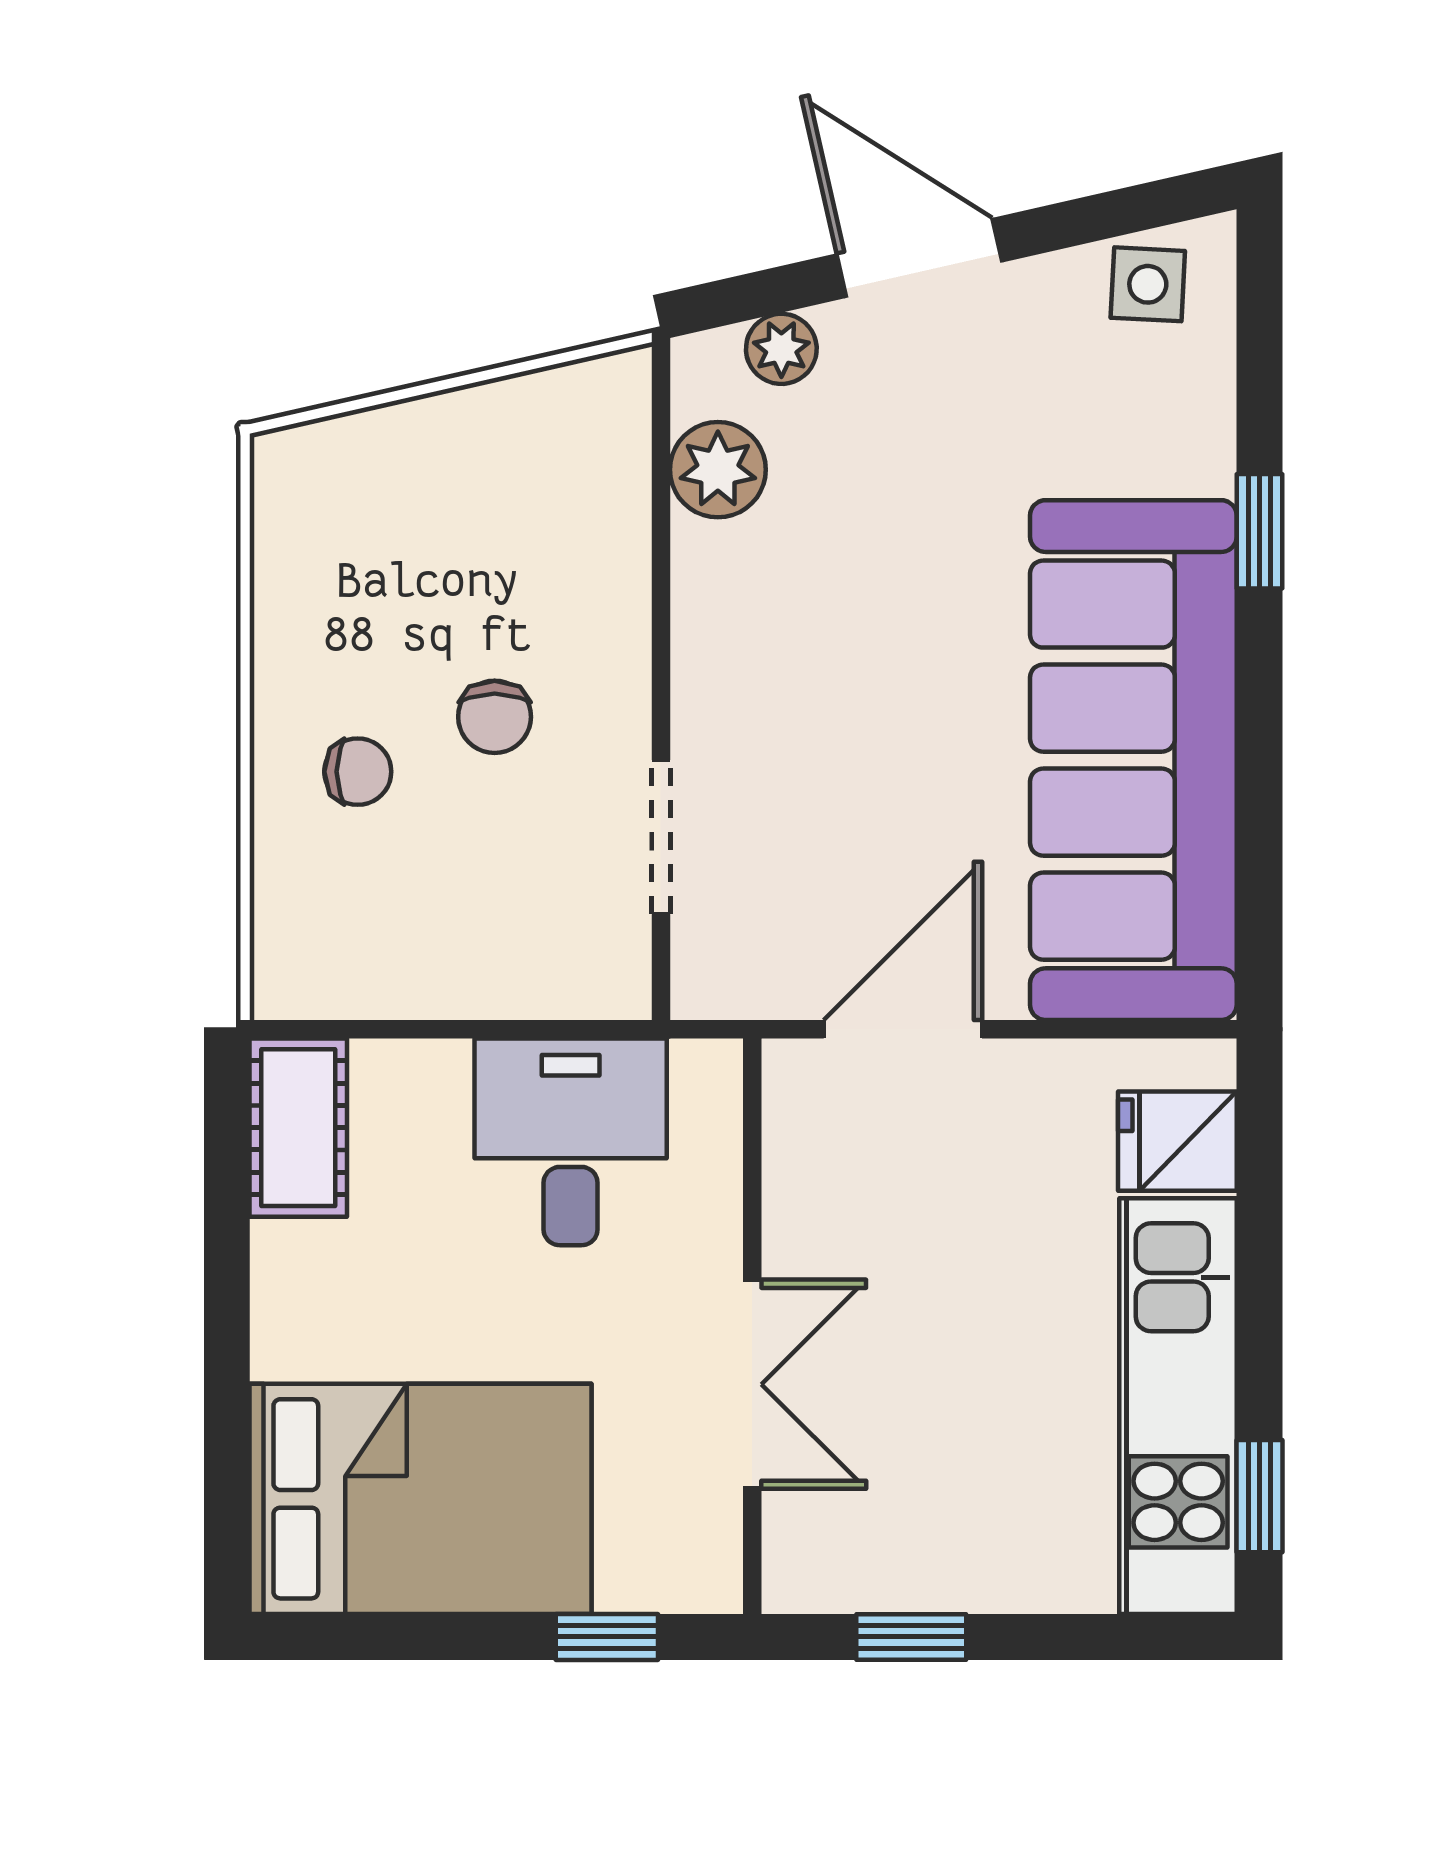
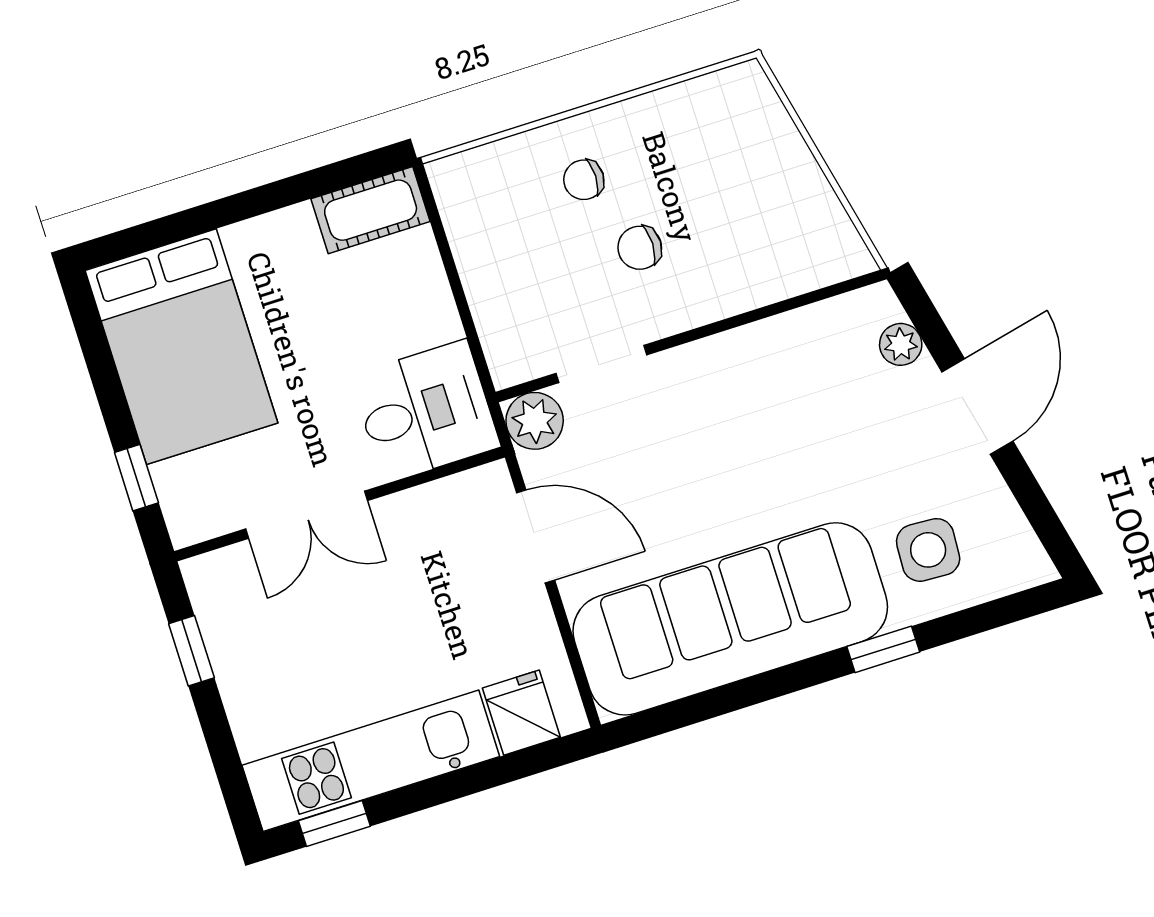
side table: (1148, 284) -> (928, 550), moved, width x1.37, depth x1.37
plant: (718, 470) -> (535, 421), moved
chair: (358, 772) -> (584, 180), turned 90
desk: (571, 1142) -> (425, 411), moved

